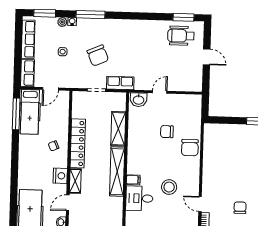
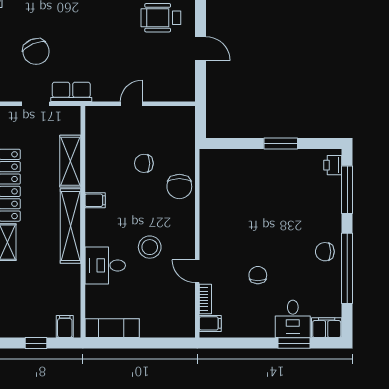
washbasin: (139, 100) -> (100, 116), removed
filing cabinet: (133, 180) -> (95, 200), moved

